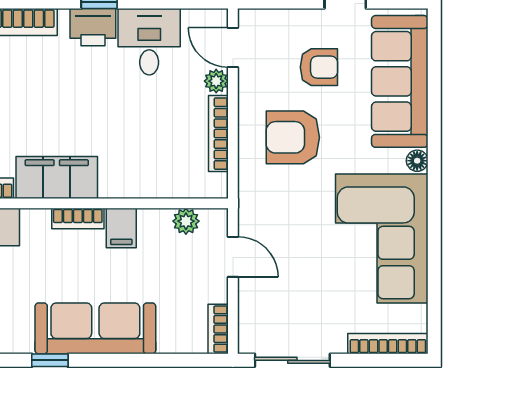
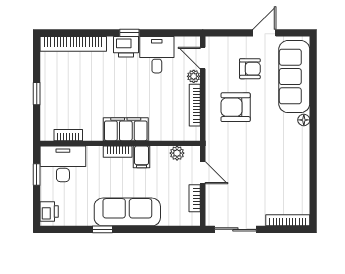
filing cabinet: (57, 177) -> (126, 129), moved
corner sofa: (382, 239) -> (284, 163), removed
bookcase: (218, 329) -> (195, 198), moved

